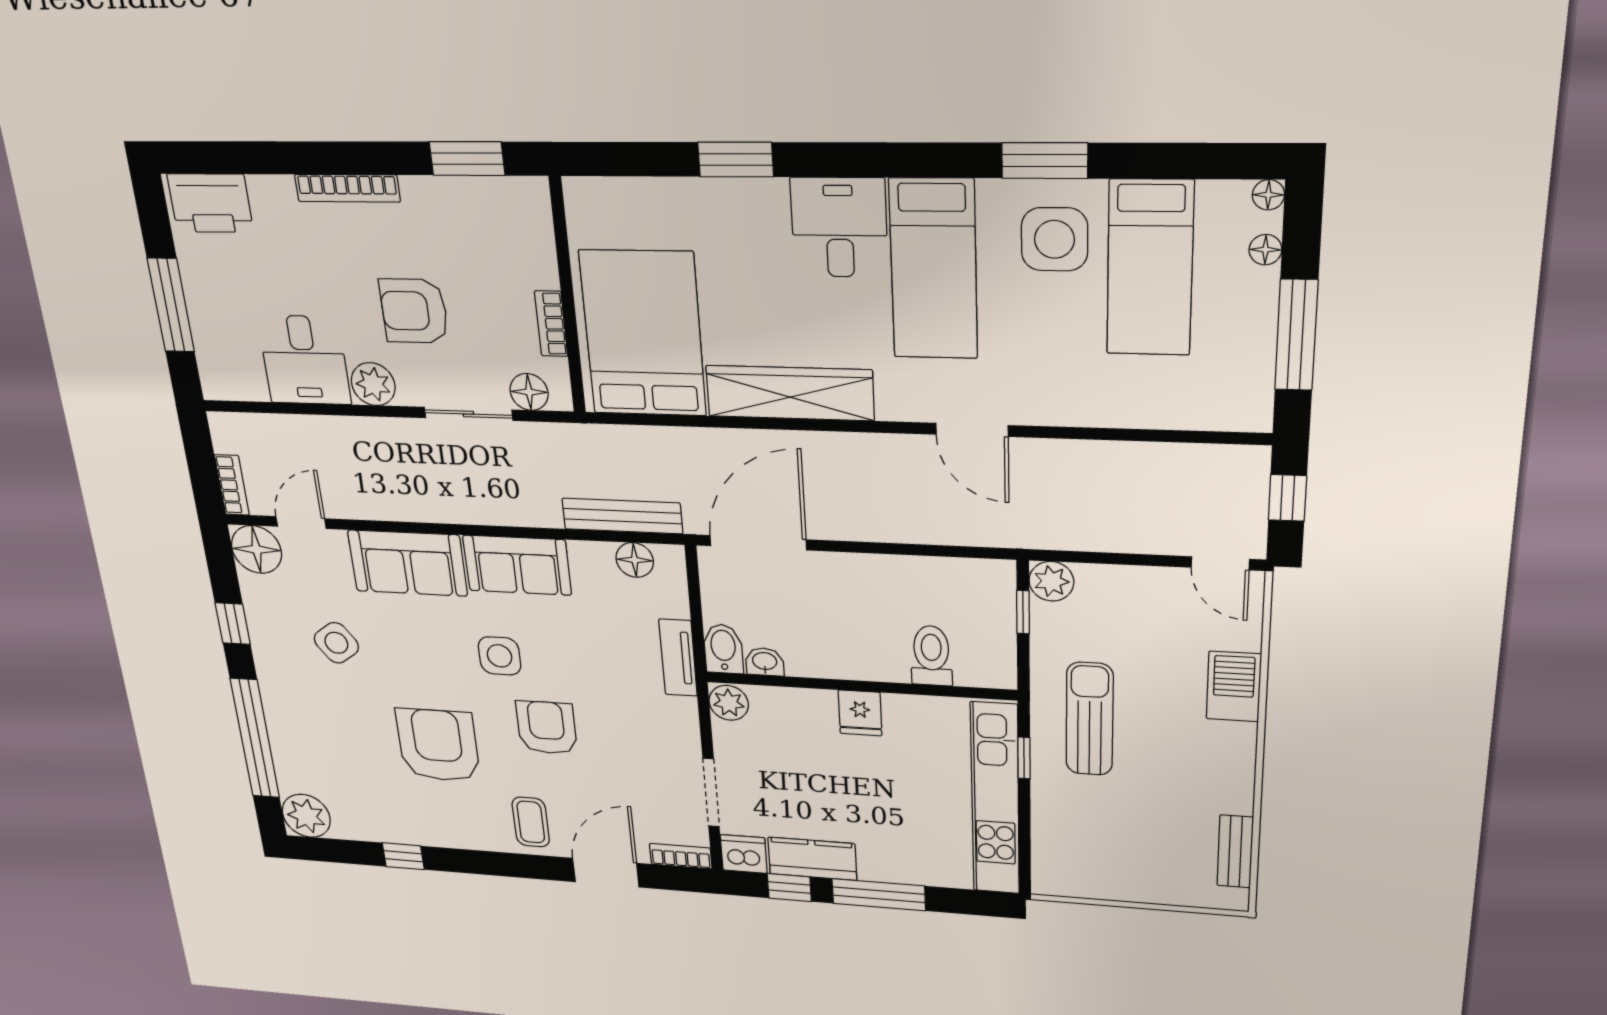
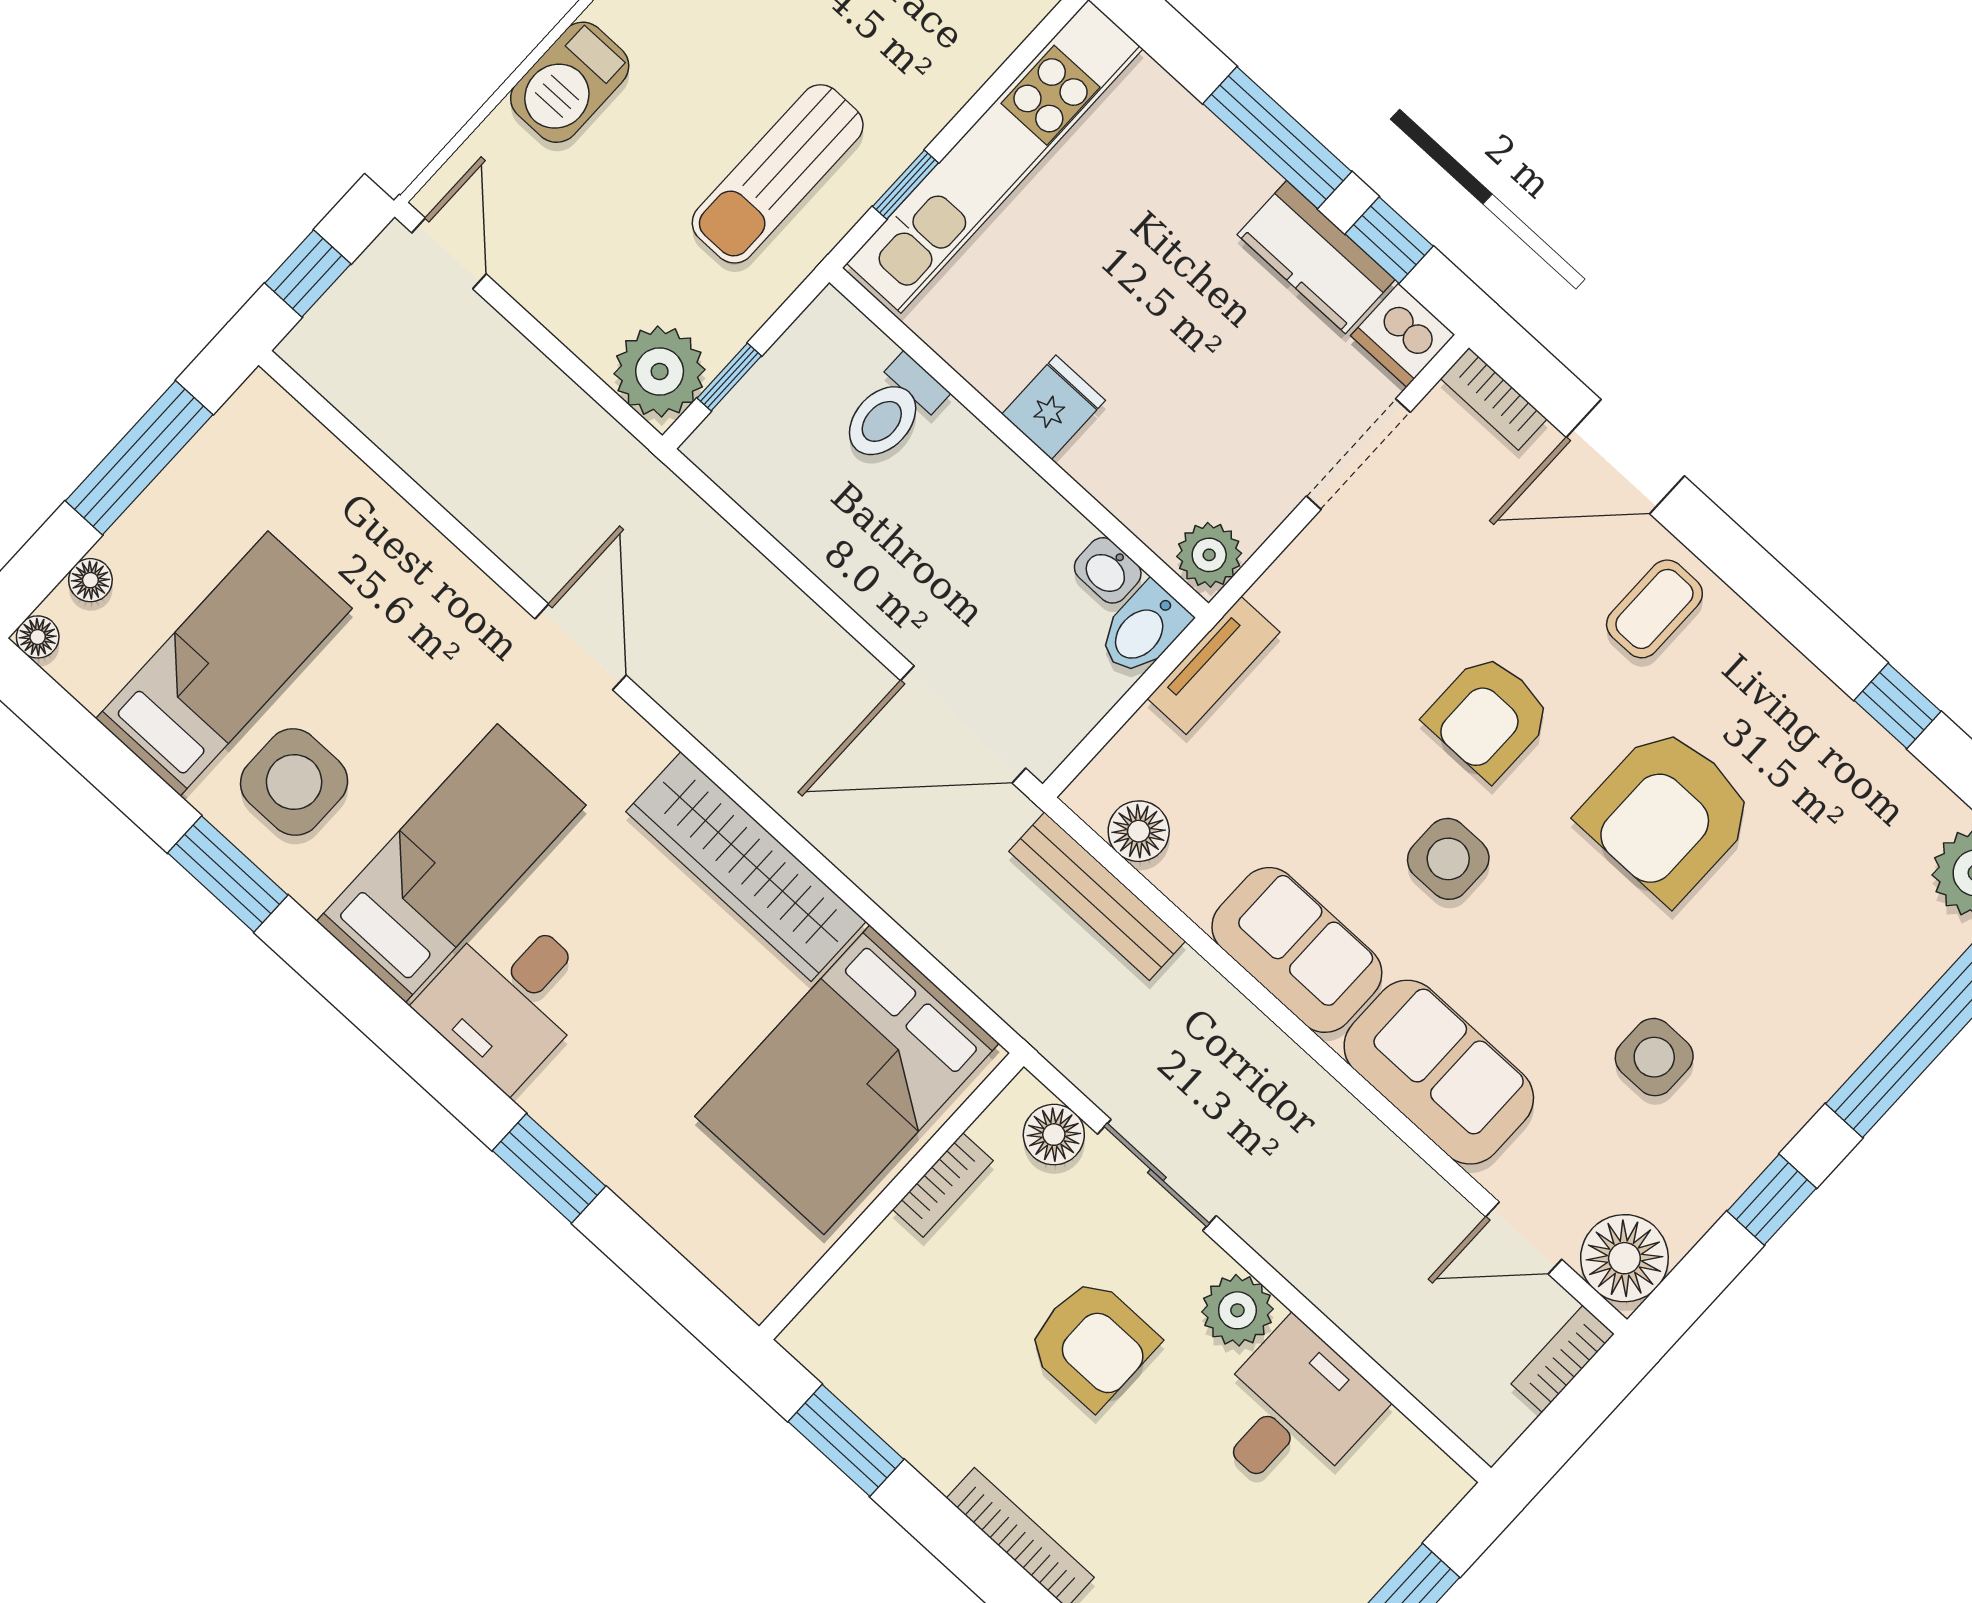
plant: (1051, 581) -> (660, 372), width x1.36, depth x1.36
side table: (336, 643) -> (1654, 1057), turned 36

